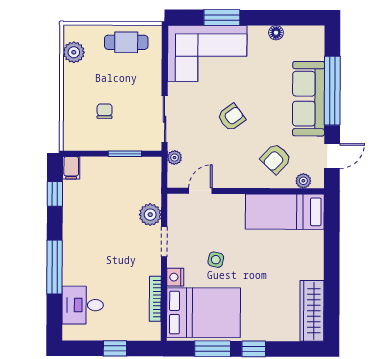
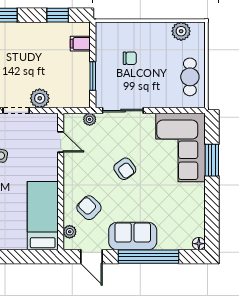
floor lamp: (276, 33) -> (199, 244), moved
sofa: (309, 99) -> (133, 236), width x0.73
filing cabinet: (71, 168) -> (80, 44), moved

